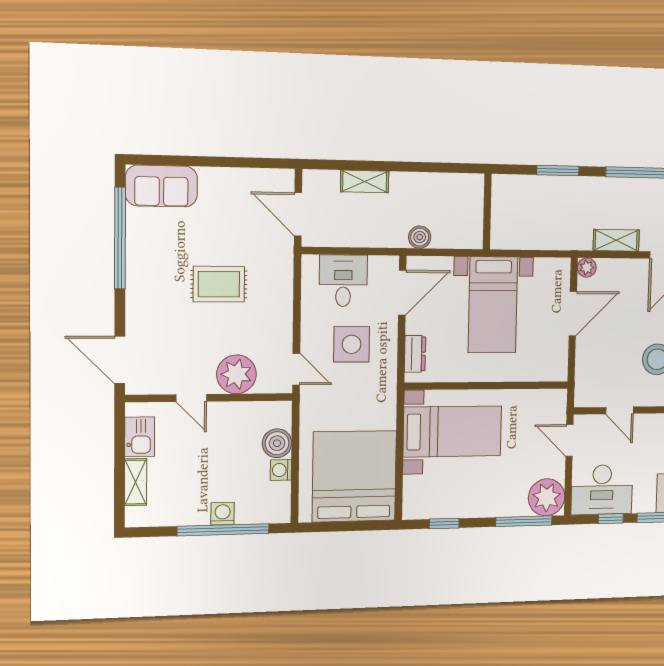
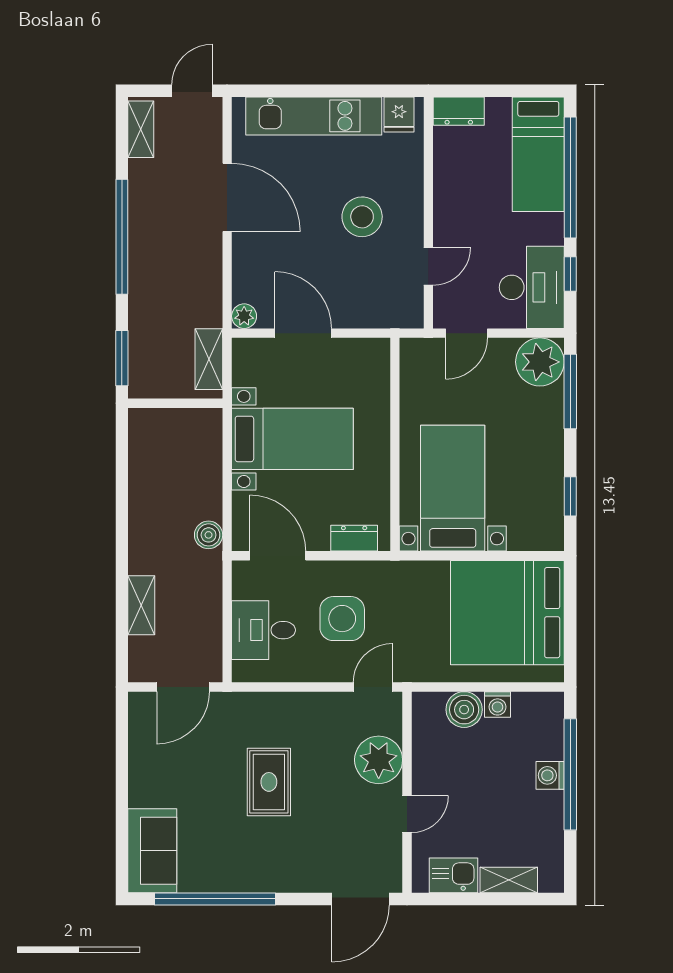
wall: (487, 212) -> (175, 403), moved
shelving: (616, 240) -> (209, 359), moved

